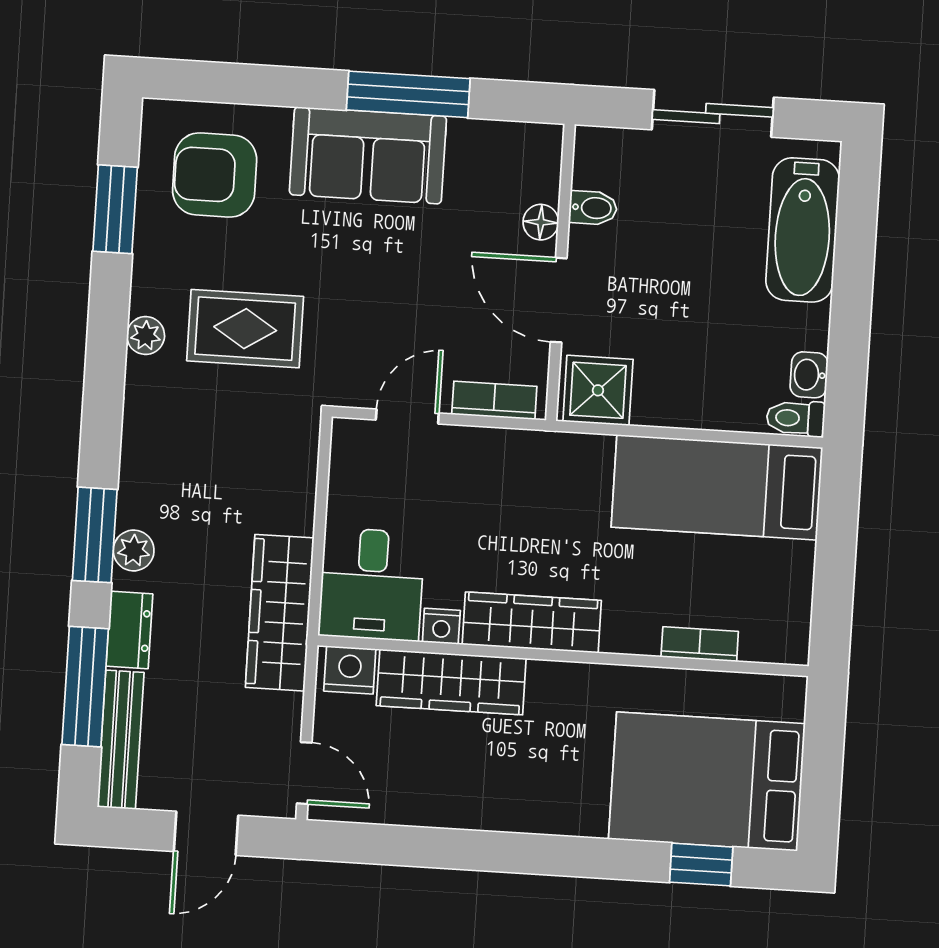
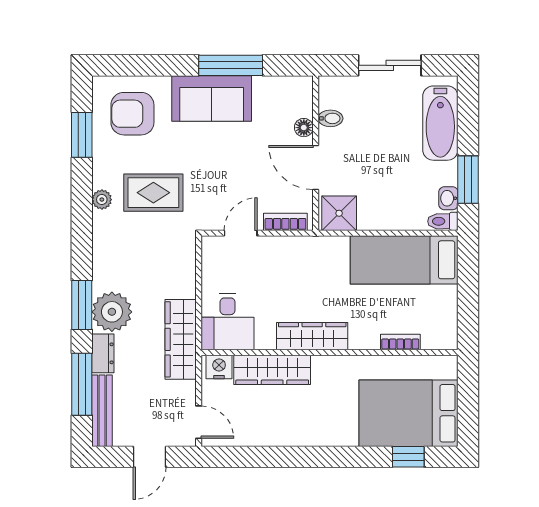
window: (849, 342) -> (468, 180), added
plant: (134, 550) -> (112, 312), width x1.88, depth x1.88
nightstand: (441, 626) -> (265, 341), removed

